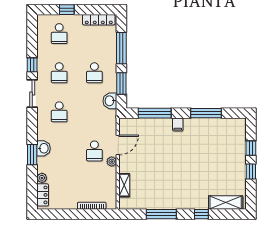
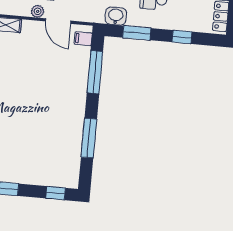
window: (121, 48) -> (182, 37), width x0.46
filing cabinet: (178, 124) -> (83, 39), moved
window: (251, 148) -> (56, 193), moved

